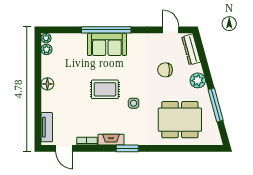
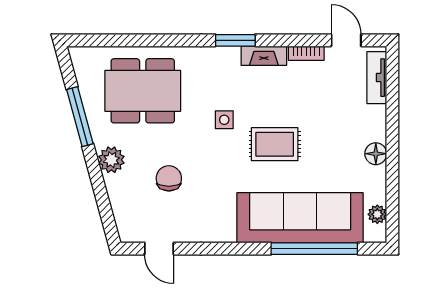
window: (106, 30) -> (314, 249), moved
plant: (46, 38) -> (378, 234), removed
sofa: (107, 44) -> (300, 218), width x1.85, depth x1.27
dresser: (191, 49) -> (123, 214), removed
chair: (165, 70) -> (169, 178), turned -90

